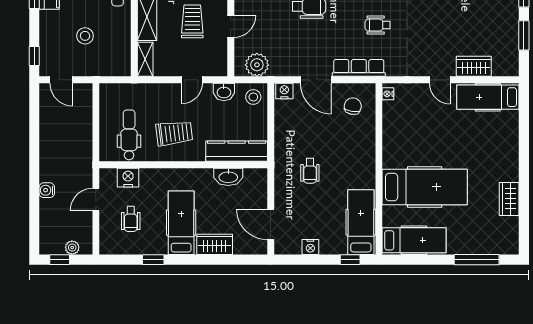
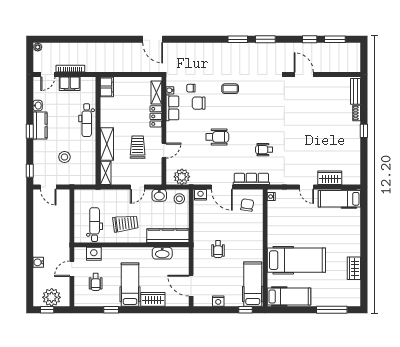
window: (524, 35) -> (364, 157), removed
plant: (72, 248) -> (52, 297), width x1.87, depth x1.87

